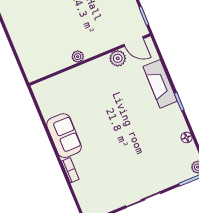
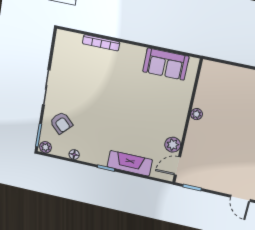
sofa: (64, 136) -> (166, 64), moved
armchair: (166, 167) -> (61, 123), added
bookcase: (70, 170) -> (101, 43), width x1.56

